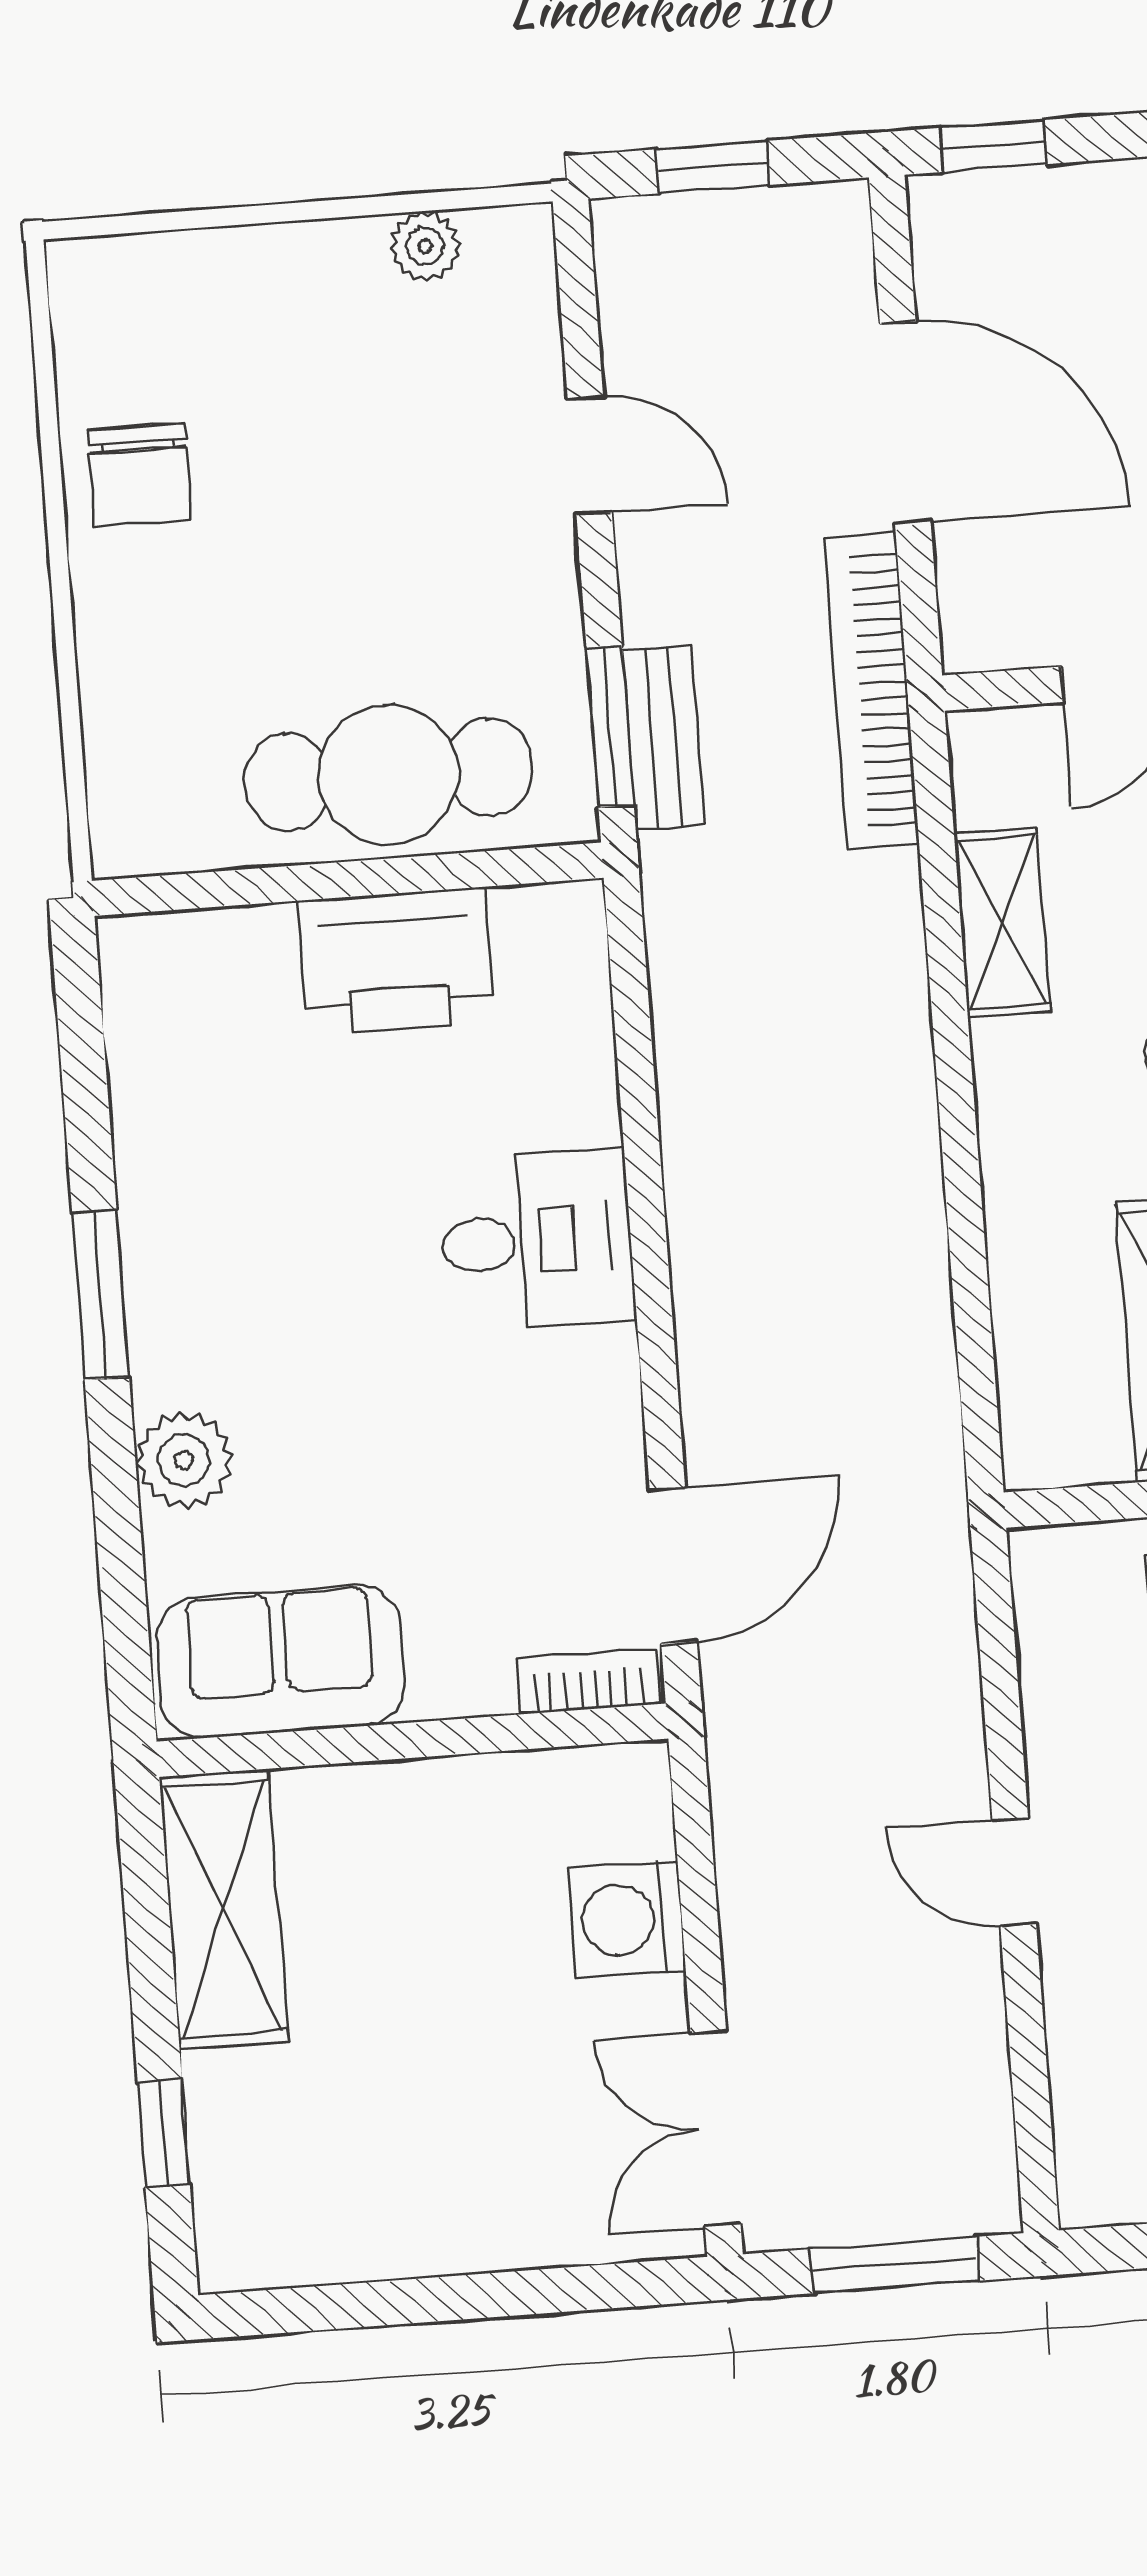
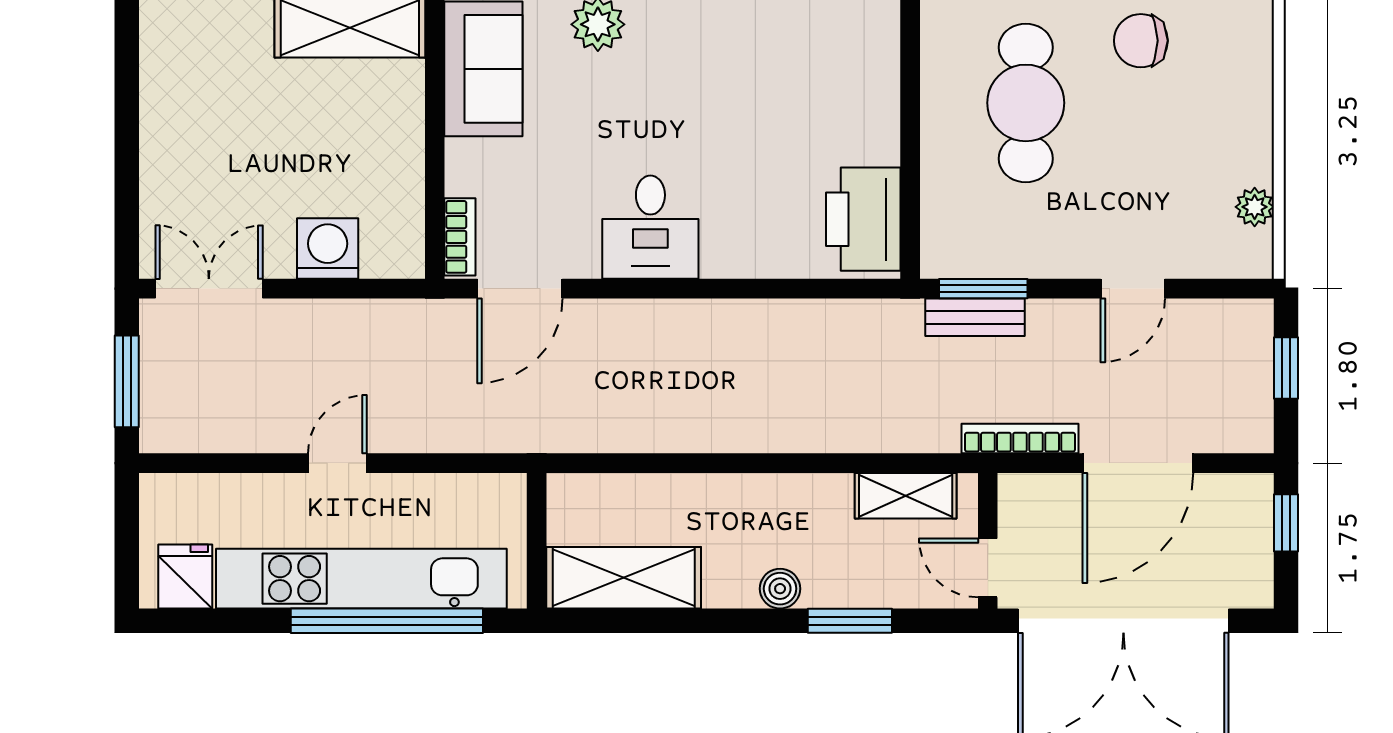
bookcase: (872, 691) -> (1020, 439), width x0.68, depth x0.76
cafe table: (389, 775) -> (1026, 103), moved
shelving: (1002, 922) -> (906, 496), moved
printer: (396, 961) -> (863, 219), moved
desk: (537, 1241) -> (650, 227), moved
door: (673, 1566) -> (520, 289), hinge flipped

